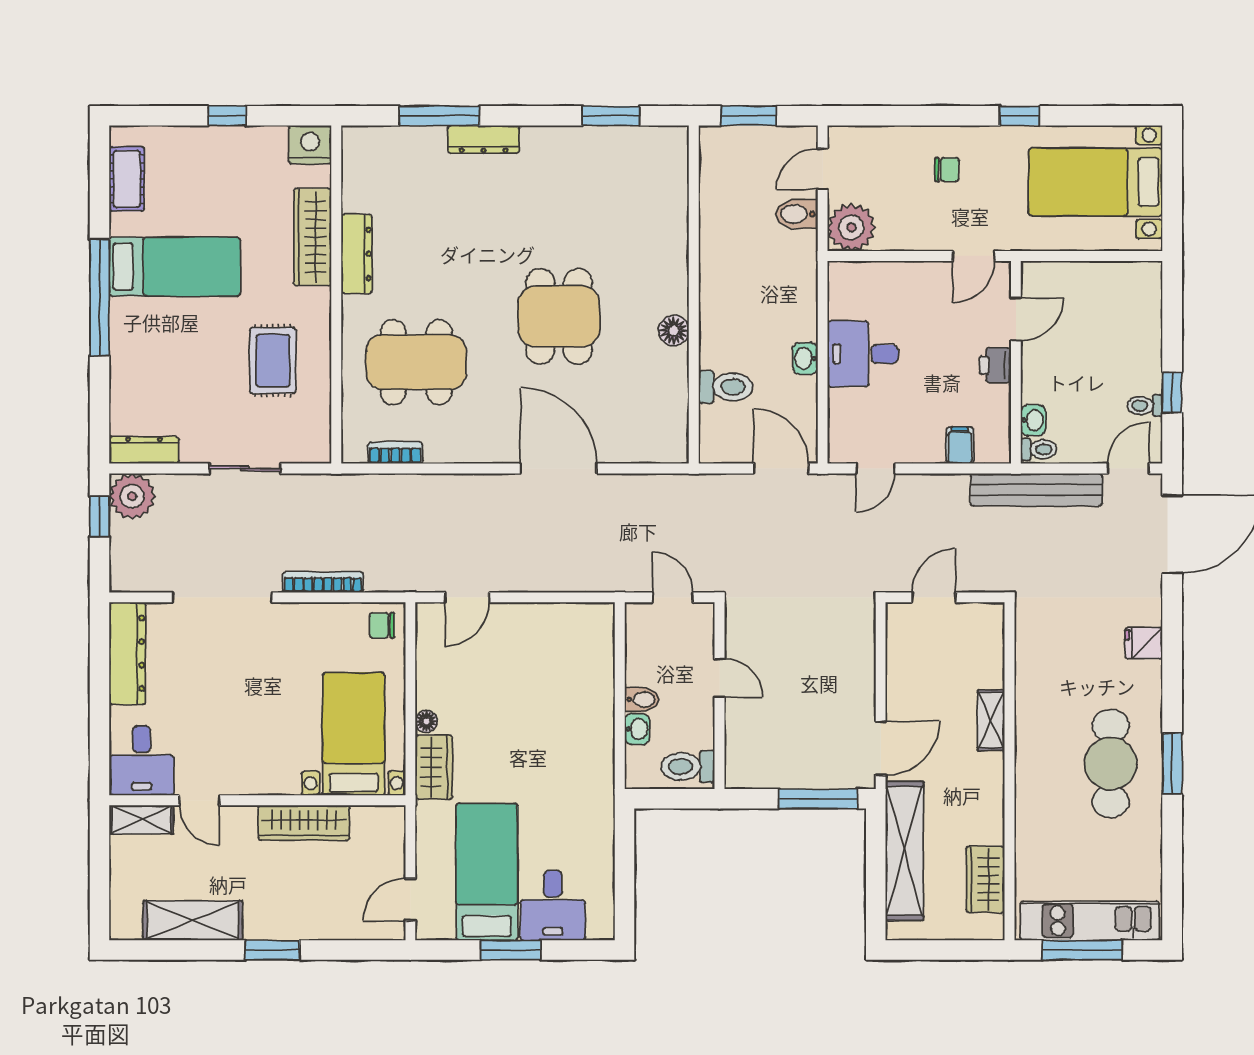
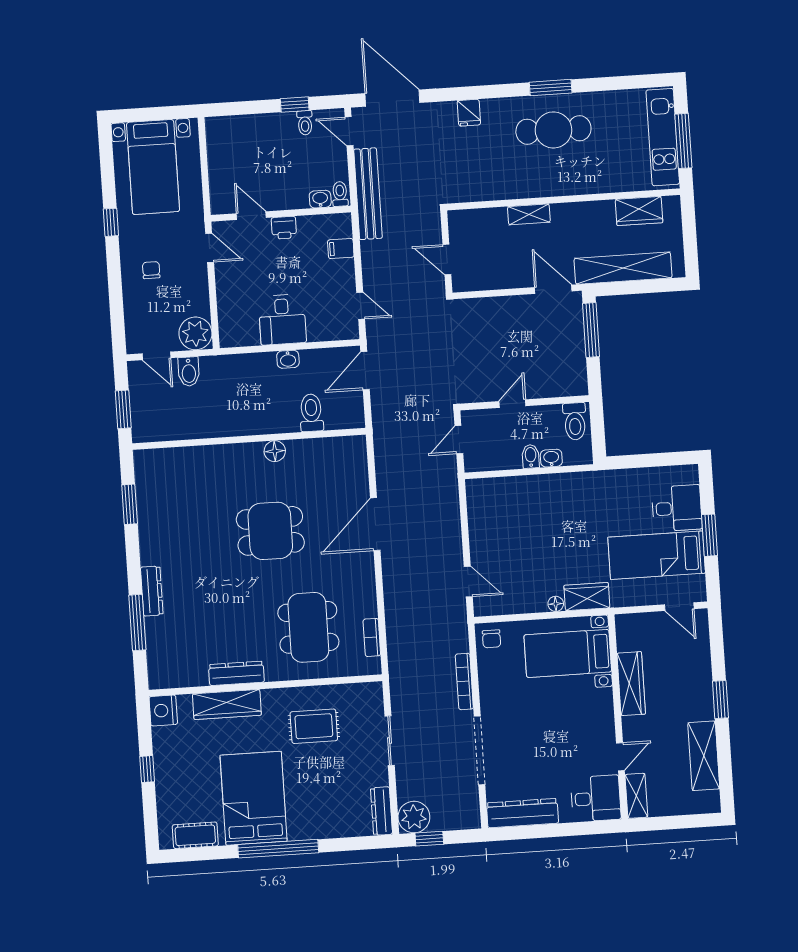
bed: (175, 267) -> (254, 798), width x1.50

